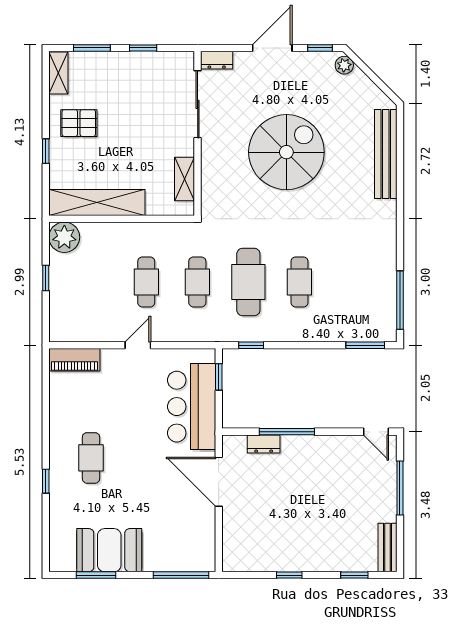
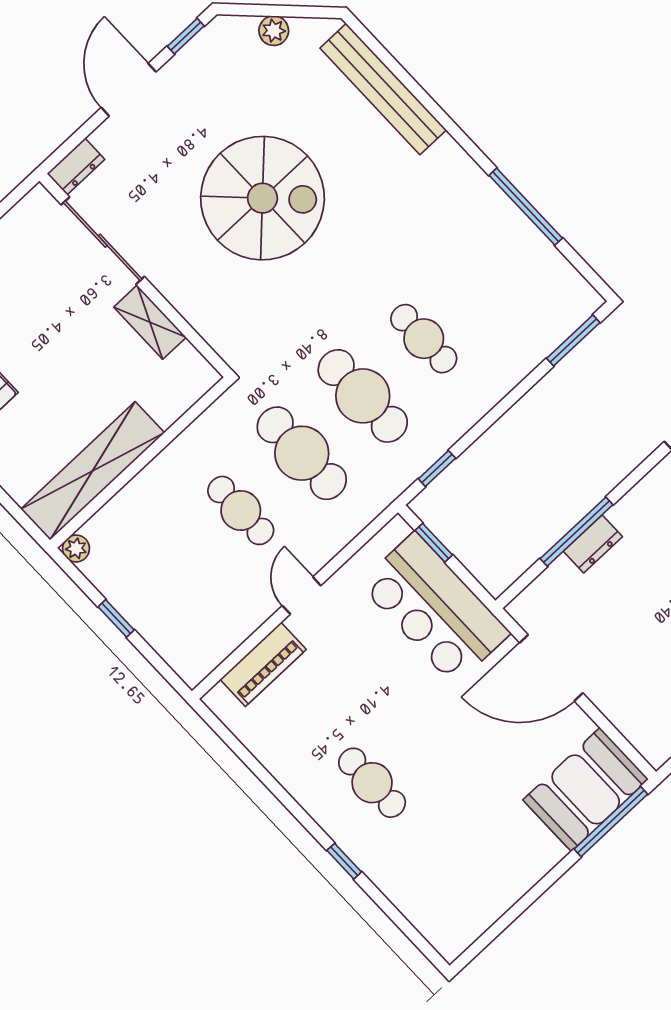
plant: (344, 65) -> (274, 31), moved
spiral stairs: (286, 152) -> (262, 198), turned 90
shelving: (185, 179) -> (150, 322), moved
plant: (64, 237) -> (76, 548), width x0.53, depth x0.53
cafe table: (197, 282) -> (302, 453), width x1.37, depth x1.35
window: (400, 300) -> (526, 207), moved
piano: (74, 360) -> (263, 664), moved
dresser: (264, 444) -> (593, 544), moved
booth: (109, 550) -> (586, 789), moved
window: (96, 575) -> (509, 917), removed

